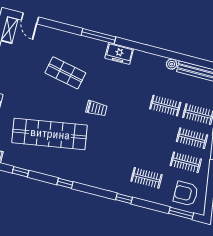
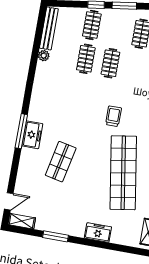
freezer: (119, 53) -> (32, 135), moved
trolley: (96, 108) -> (113, 116), moved
clothes rail: (192, 138) -> (110, 63), moved

